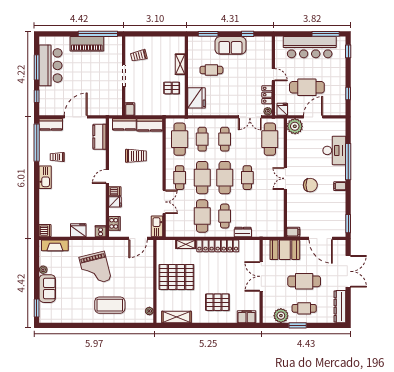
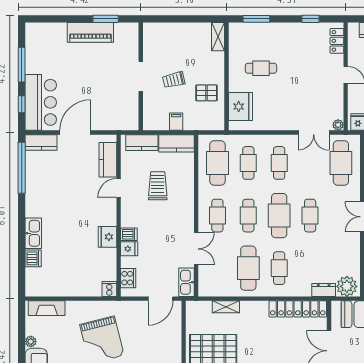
window: (98, 34) -> (106, 19), width x0.47
sofa: (230, 45) -> (287, 35), removed
trolley: (139, 56) -> (174, 80), moved
shelving: (180, 64) -> (218, 37), moved
bar counter: (50, 65) -> (41, 102), moved
locker: (267, 95) -> (337, 41), moved
filing cabinet: (130, 109) -> (176, 122), moved
trolley: (136, 156) -> (158, 186), turned -90
trolley: (57, 157) -> (50, 187), removed
kitchen sink: (45, 177) -> (33, 233), moved
door: (107, 177) -> (119, 188), moved
cafe table: (202, 178) -> (248, 216), width x0.73, depth x0.74
plant: (274, 229) -> (347, 286), added
fridge: (78, 230) -> (107, 237), moved, turned -90
dishwasher: (45, 231) -> (33, 258), moved
dresser: (243, 232) -> (324, 290), moved
locker: (218, 246) -> (298, 309), moved

